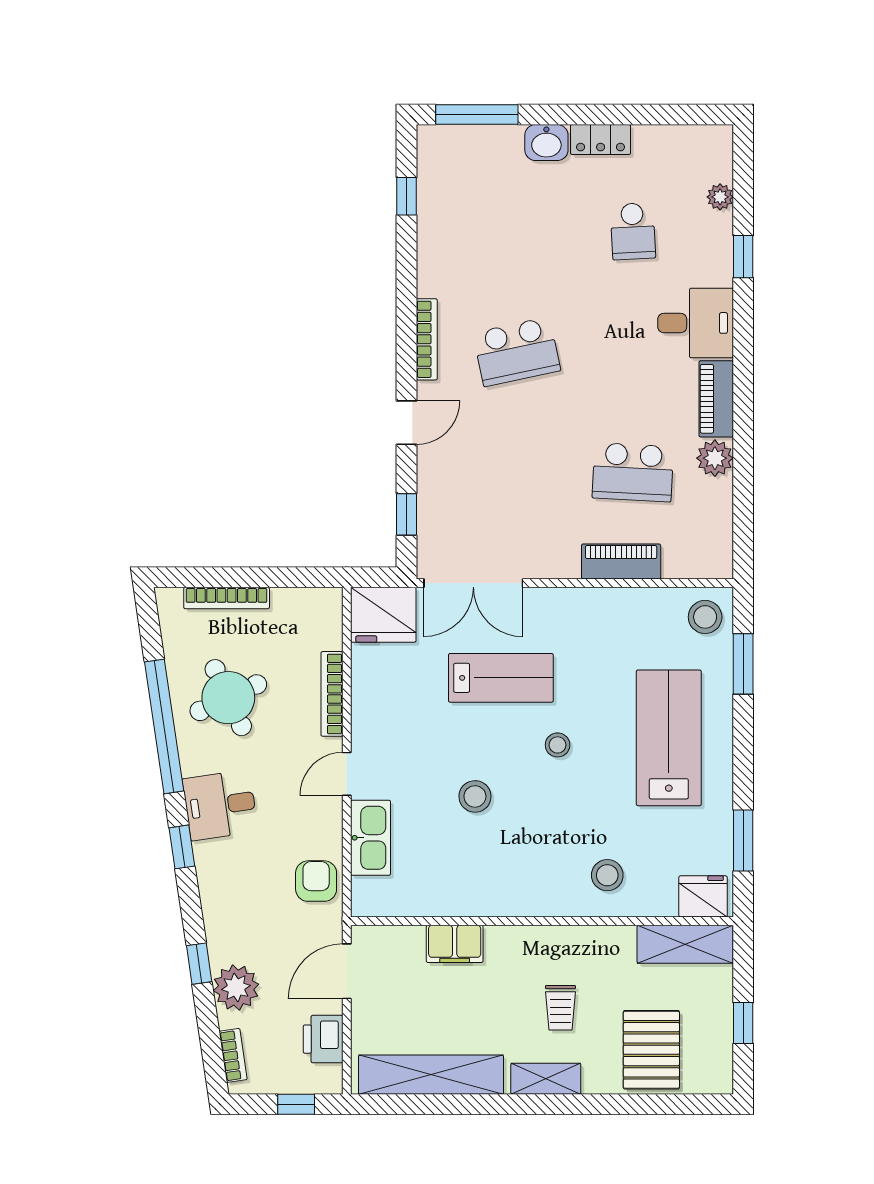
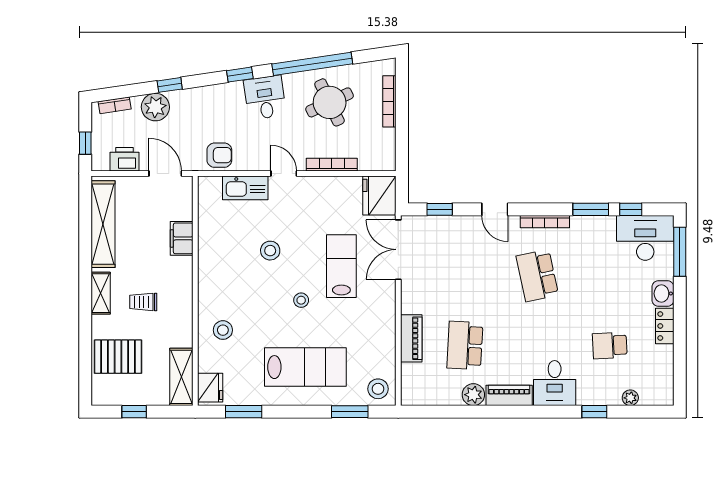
desk: (454, 172) -> (645, 238), added
window: (406, 263) -> (591, 209), added
lab bench: (501, 678) -> (341, 266), turned 180

